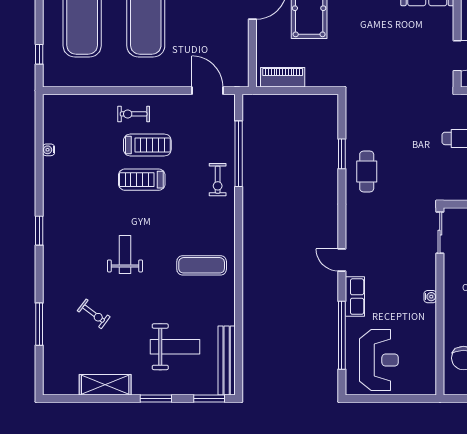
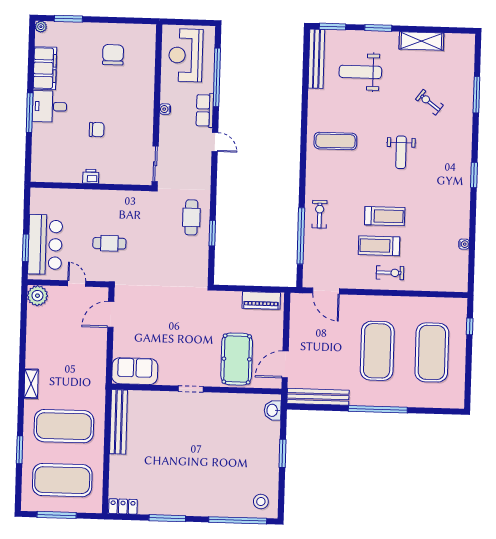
sliding door: (440, 233) -> (155, 164), moved
water cooler: (430, 297) -> (165, 109), moved
wall: (440, 301) -> (157, 105), moved

